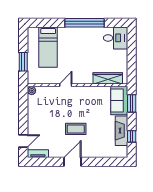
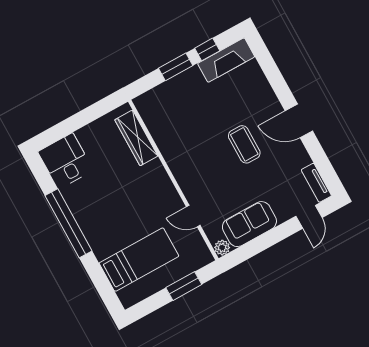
door: (66, 85) -> (193, 216), moved
sofa: (119, 101) -> (249, 224), moved, turned 180
window: (132, 103) -> (176, 67), moved
fireplace: (121, 131) -> (226, 60), moved
door: (23, 141) -> (309, 217), swing flipped

